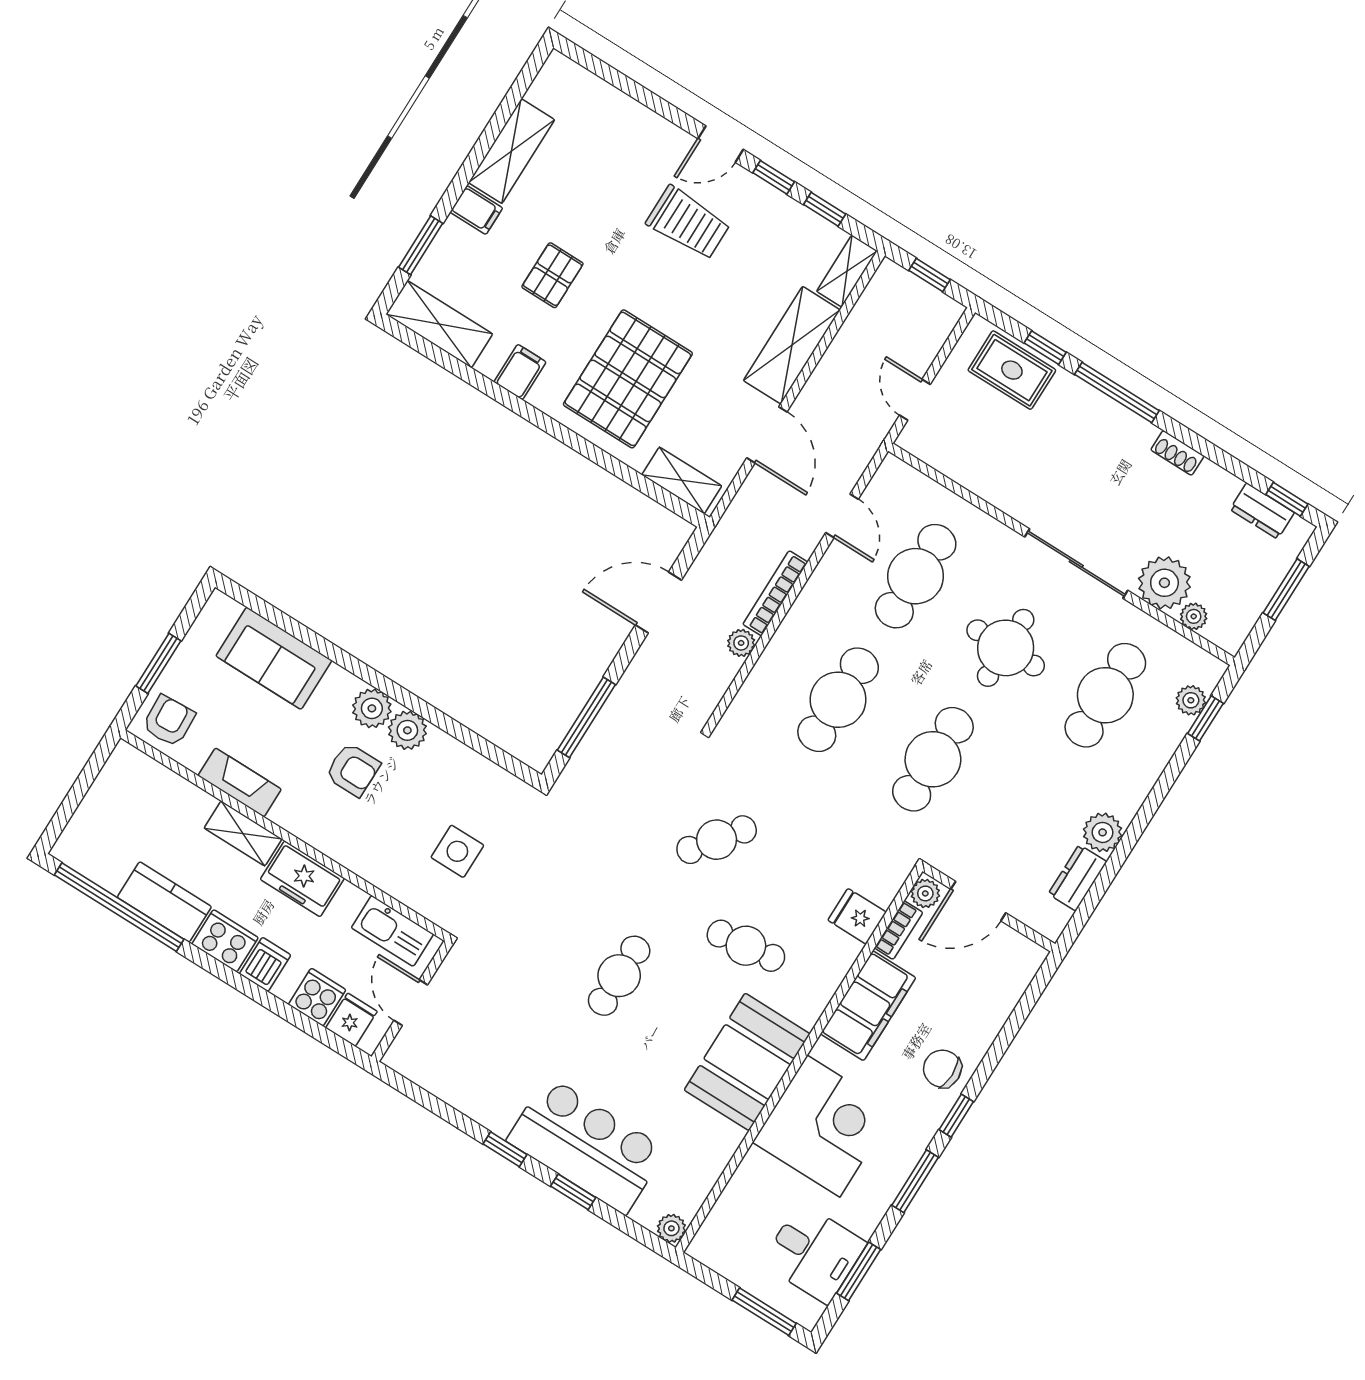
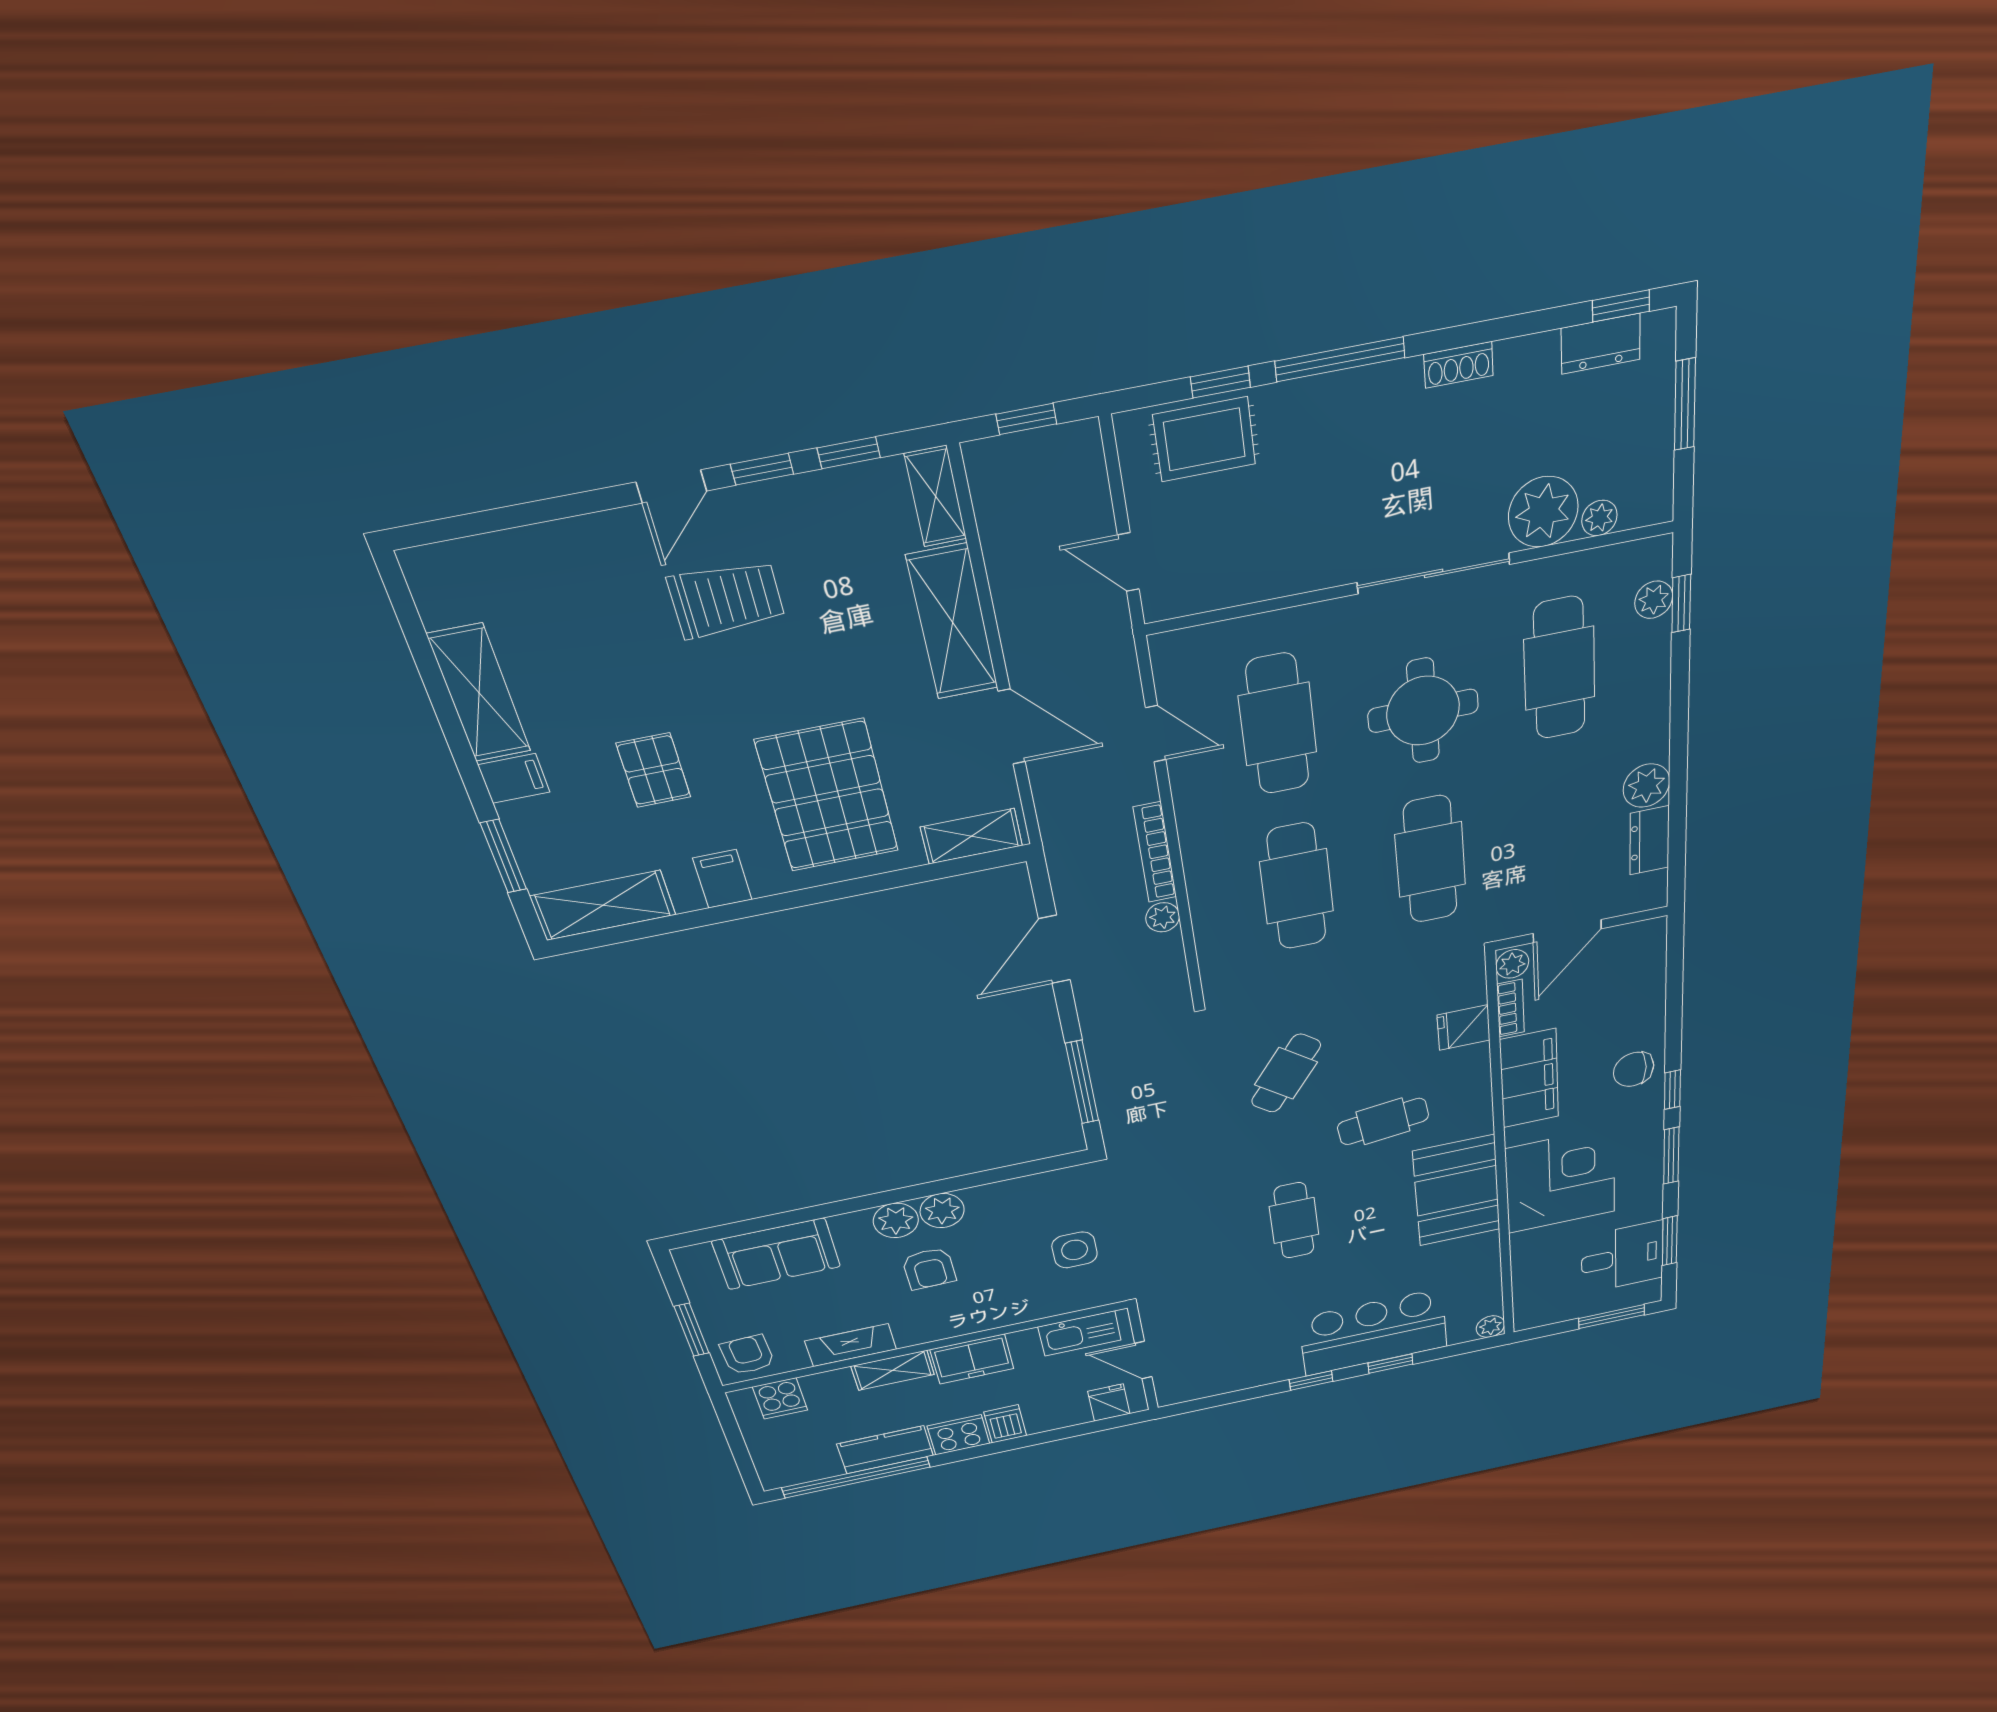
armchair: (353, 770) -> (929, 1269), turned 89
cooker: (317, 997) -> (780, 1398), moved, turned 180

